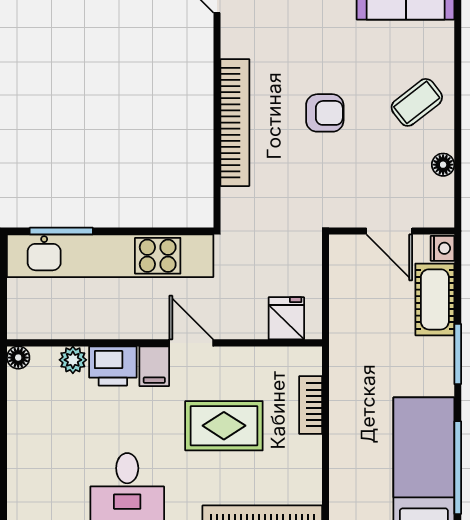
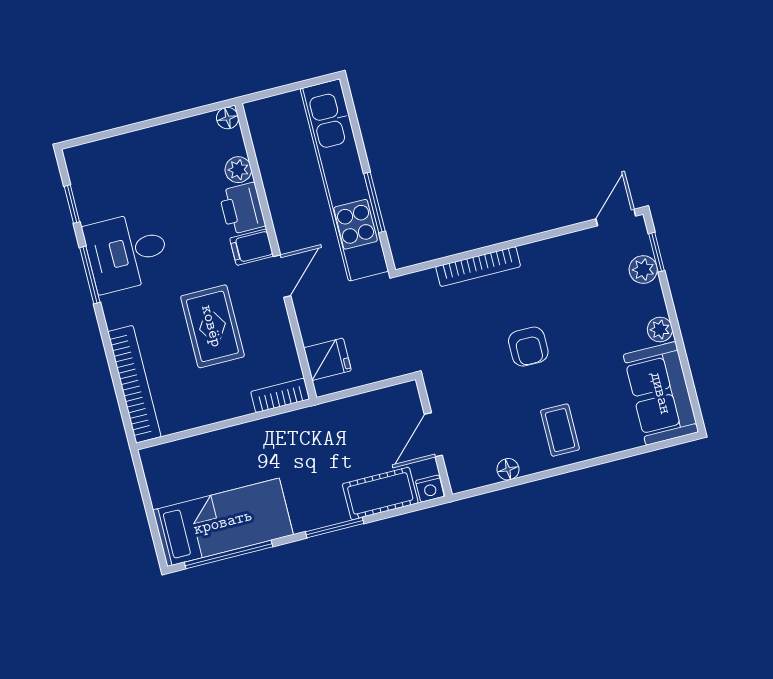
coffee table: (417, 102) -> (560, 430), turned 38
bookcase: (235, 123) -> (478, 267), width x0.68, depth x0.76
window: (61, 231) -> (375, 202), moved
bookcase: (311, 405) -> (280, 395), moved

